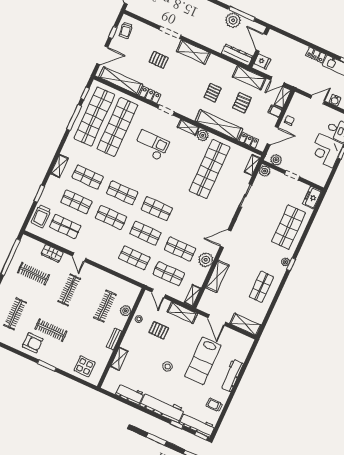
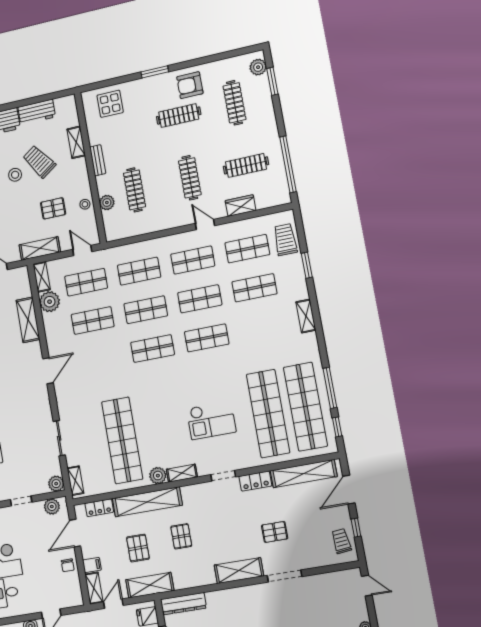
shop shelf: (88, 177) -> (193, 260), moved
plant: (206, 260) -> (50, 302), moved
trolley: (148, 364) -> (39, 161), added

